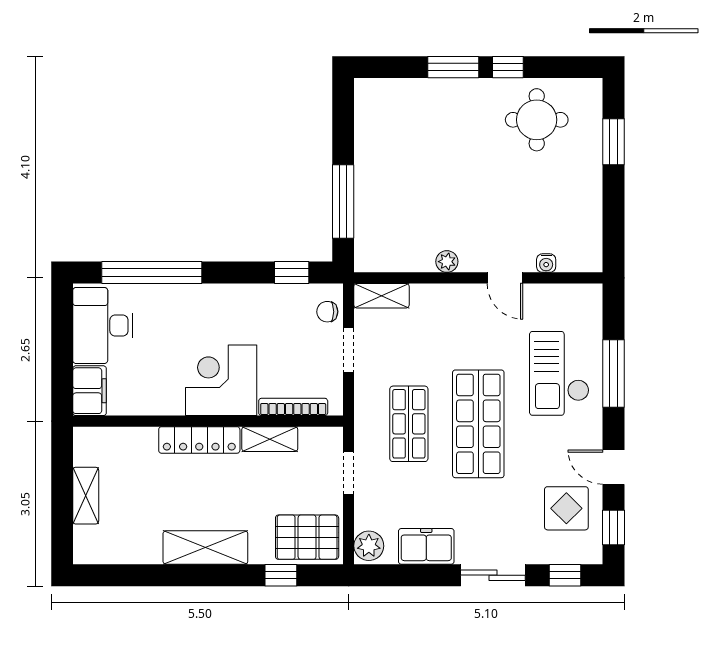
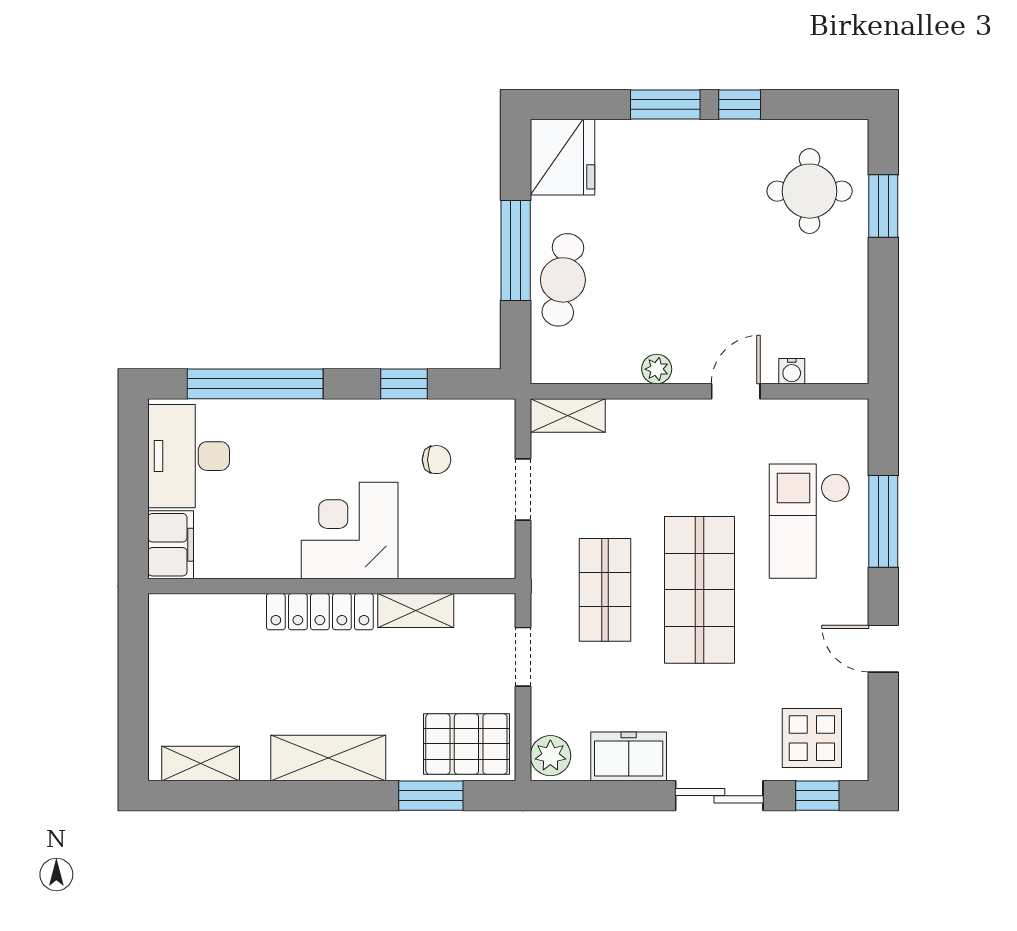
fridge: (378, 106) -> (562, 157), added
round table: (537, 120) -> (810, 191), moved
cafe table: (378, 196) -> (563, 280), added
window: (343, 202) -> (516, 251), moved
window: (292, 272) -> (404, 384), moved
door: (505, 278) -> (736, 391), swing flipped
chair: (327, 312) -> (437, 460), moved, turned 180
bookcase: (293, 407) -> (448, 567), removed
shelving: (86, 496) -> (201, 764), moved, turned 90
display table: (566, 508) -> (812, 738), moved
window: (613, 528) -> (883, 731), removed
window: (281, 575) -> (431, 796), width x1.50

